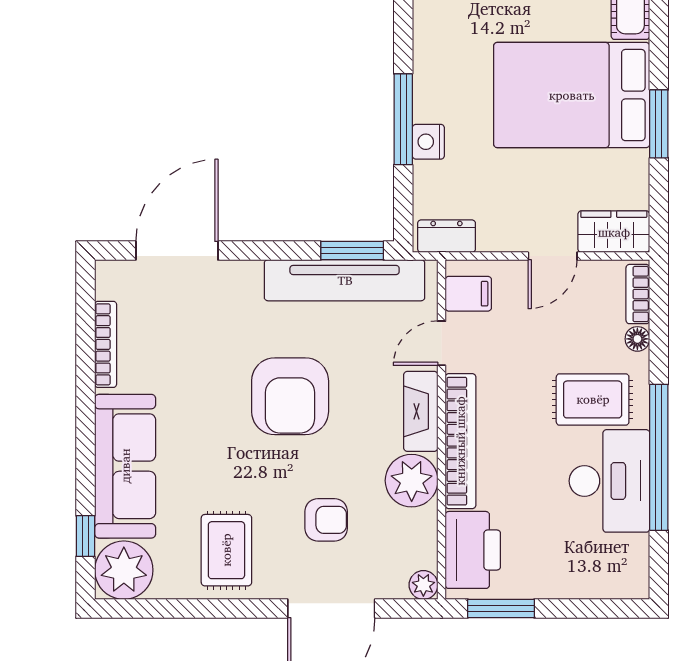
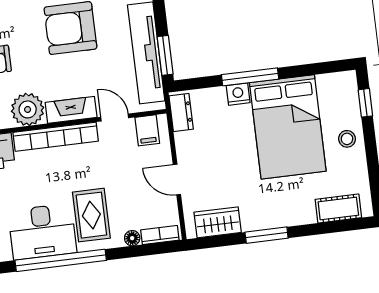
bed: (572, 95) -> (288, 127), moved, turned 180
wardrobe: (614, 232) -> (218, 222), moved, turned -90

